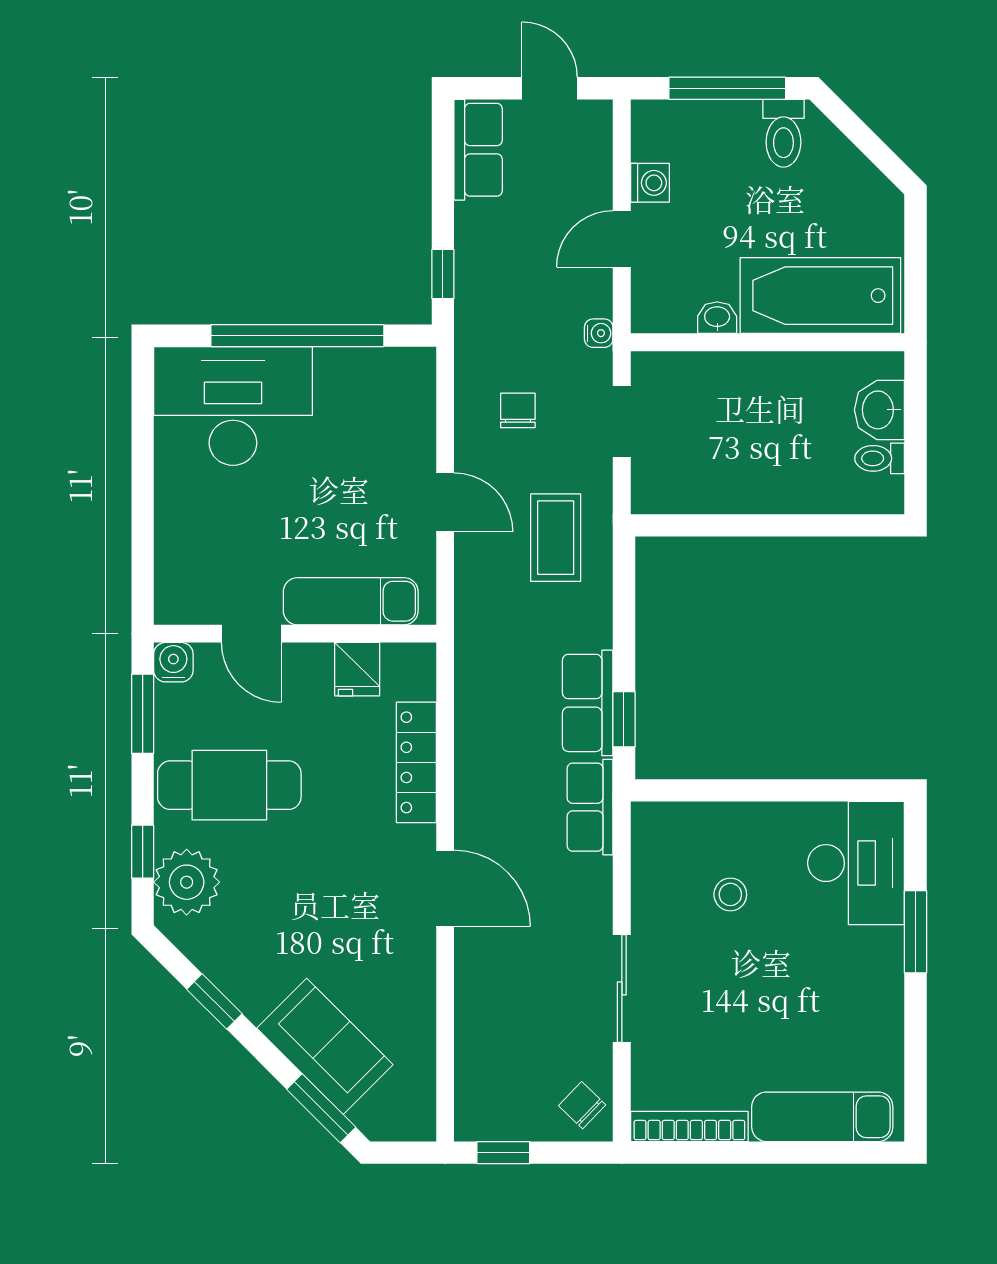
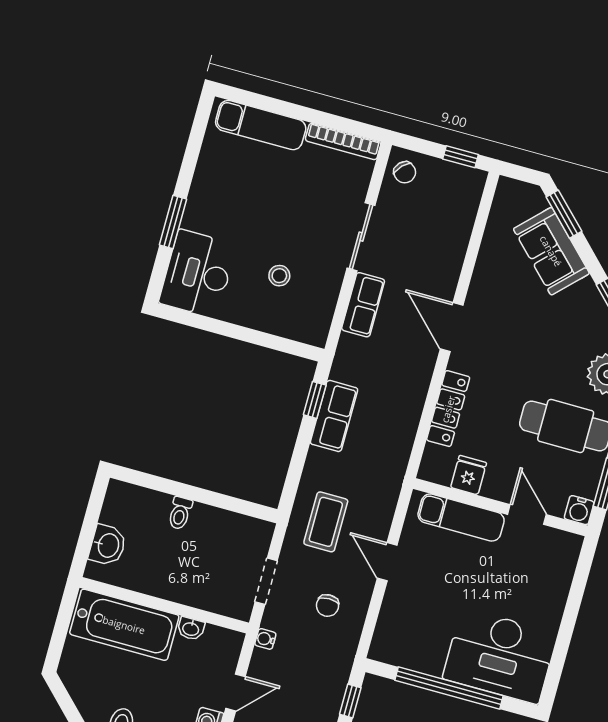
toilet: (880, 458) -> (180, 513), moved, turned 90
row of seats: (590, 807) -> (363, 305), moved

